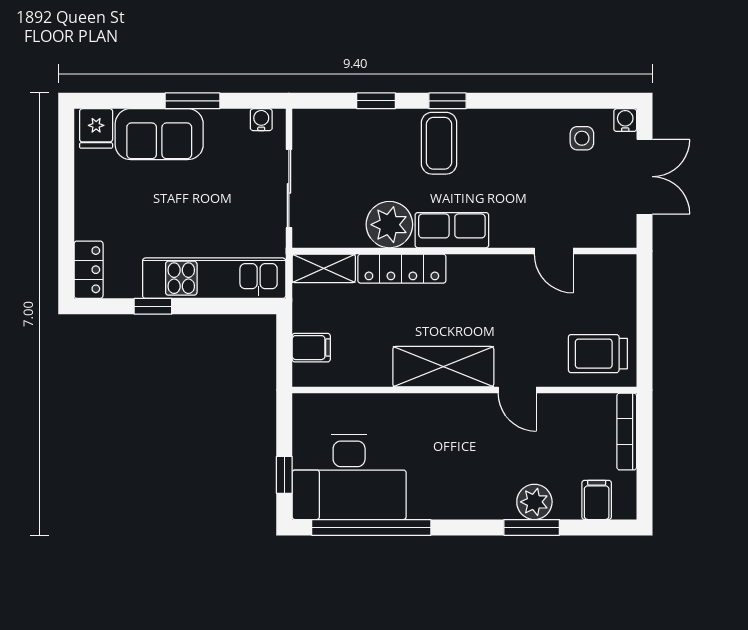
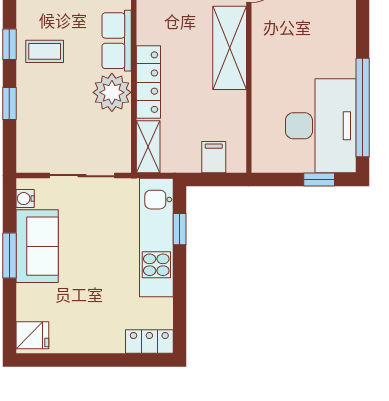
sofa: (159, 134) -> (37, 246), moved
coffee table: (439, 143) -> (45, 51), width x0.73, depth x0.77
window: (153, 306) -> (180, 229), moved

